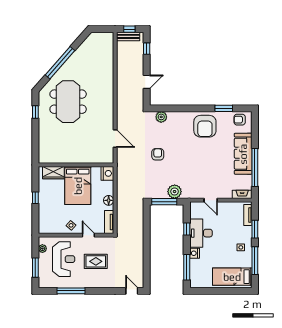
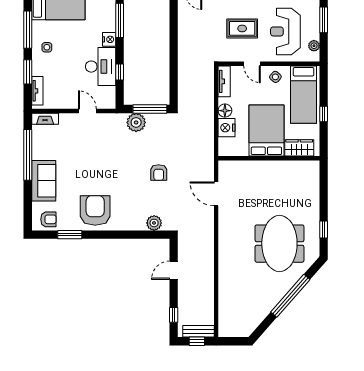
sofa: (243, 154) -> (44, 181), width x0.73
nightstand: (107, 173) -> (227, 128), moved
bed: (50, 212) -> (304, 95), added

